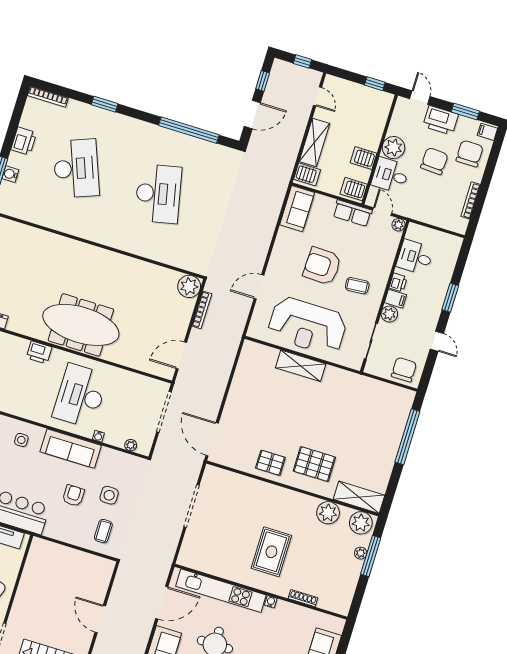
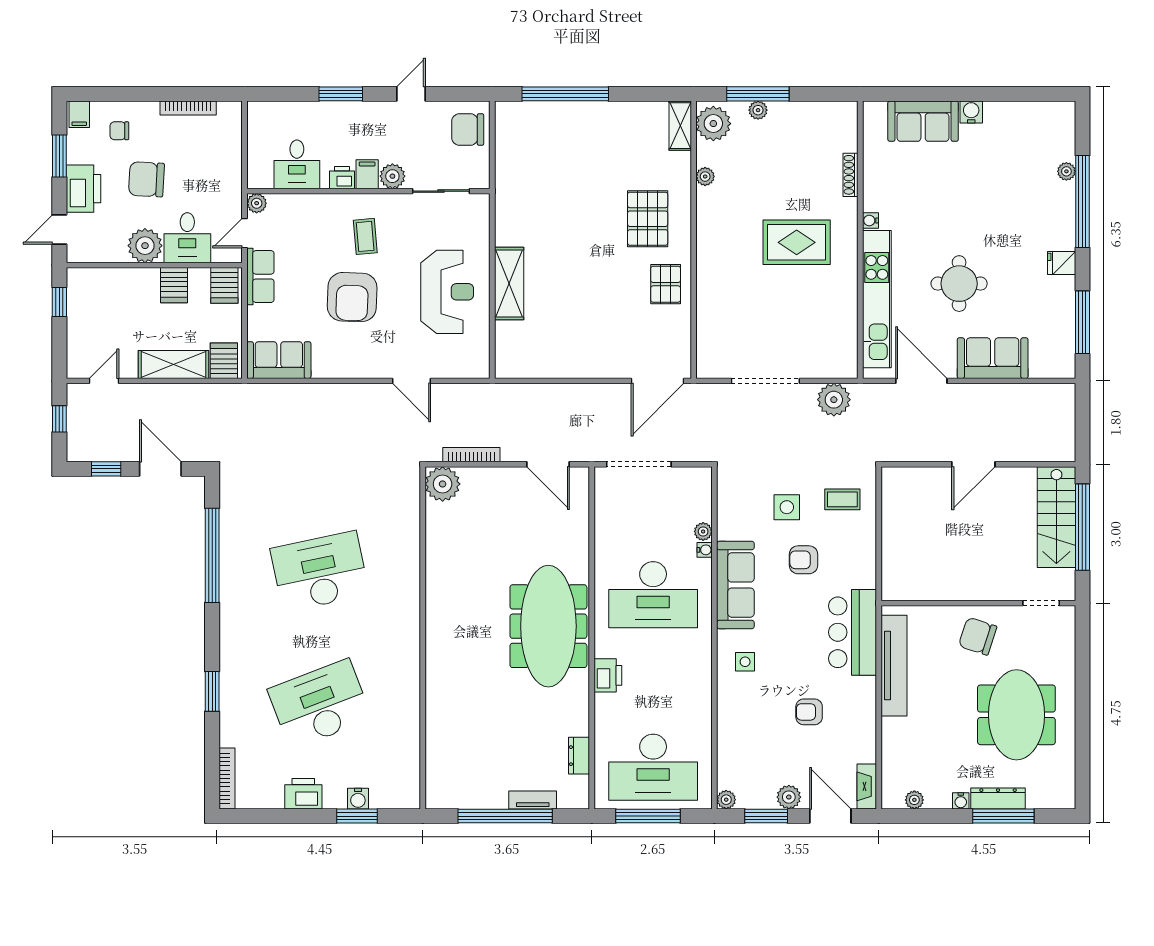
chair: (470, 154) -> (119, 131), width x0.54, depth x0.54
reception desk: (307, 326) -> (447, 292), width x0.74, depth x0.77
plant: (131, 445) -> (703, 531), moved
shelving: (359, 497) -> (680, 126), width x0.67, depth x0.75
plant: (328, 513) -> (705, 177), width x0.53, depth x0.53
plant: (167, 545) -> (834, 400), added

